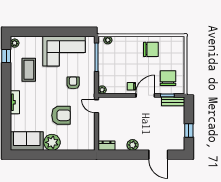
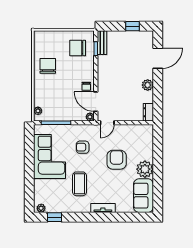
coffee table: (29, 70) -> (79, 184), moved, turned 90
door: (145, 95) -> (96, 102), moved

